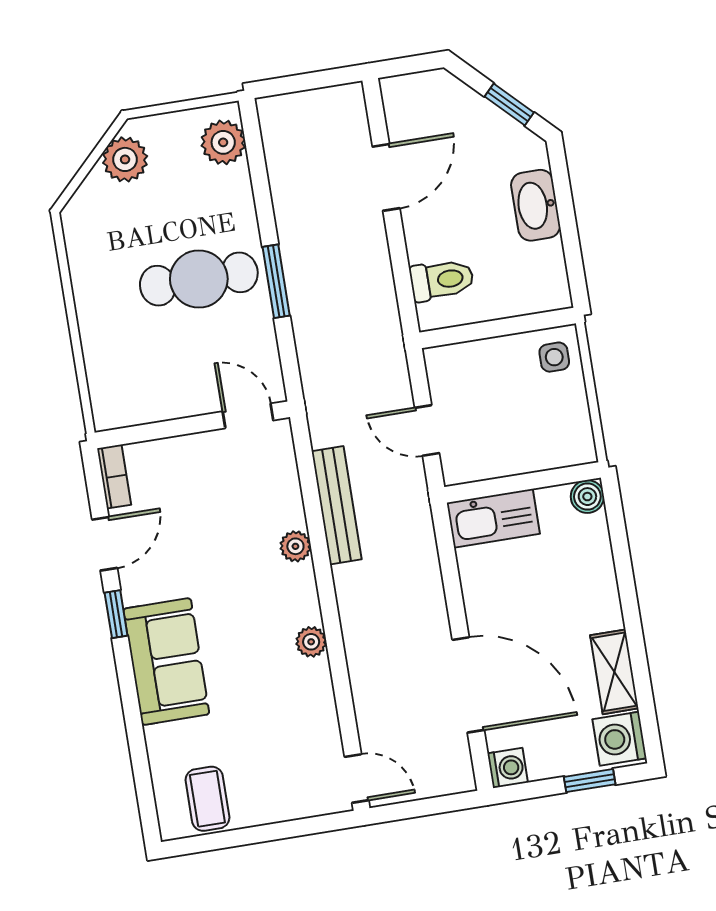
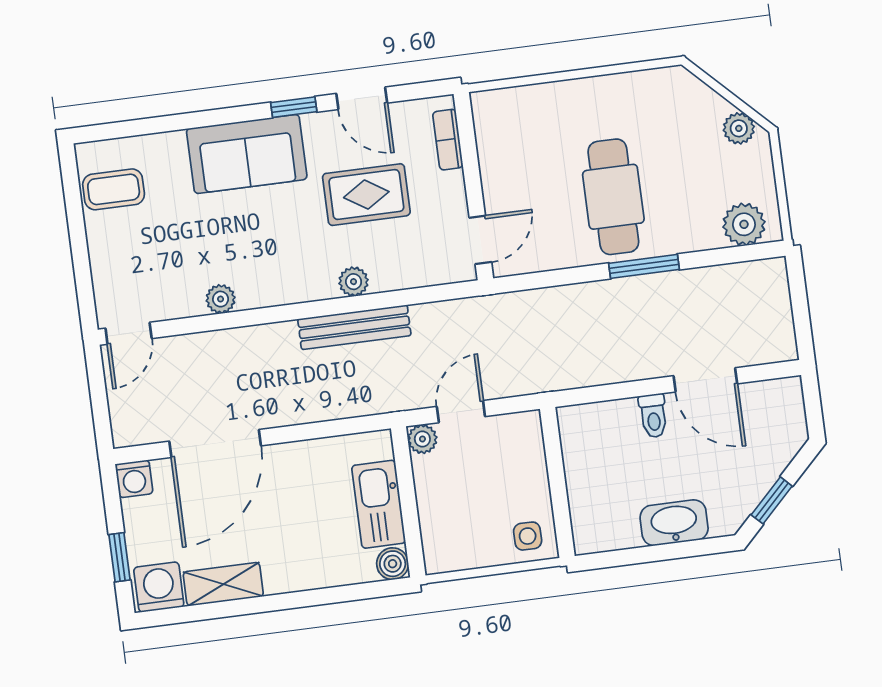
plant: (125, 159) -> (739, 128), width x0.73, depth x0.73
toilet: (442, 280) -> (653, 416), moved, width x0.73, depth x0.72
window: (276, 281) -> (644, 266), moved
plant: (457, 470) -> (422, 439), added
bookcase: (114, 477) -> (448, 140), moved, turned 90
bench: (337, 505) -> (354, 327), moved
kitchen sink: (493, 518) -> (379, 504), moved
rug: (205, 536) -> (366, 195), added
plant: (311, 642) -> (221, 299), moved

